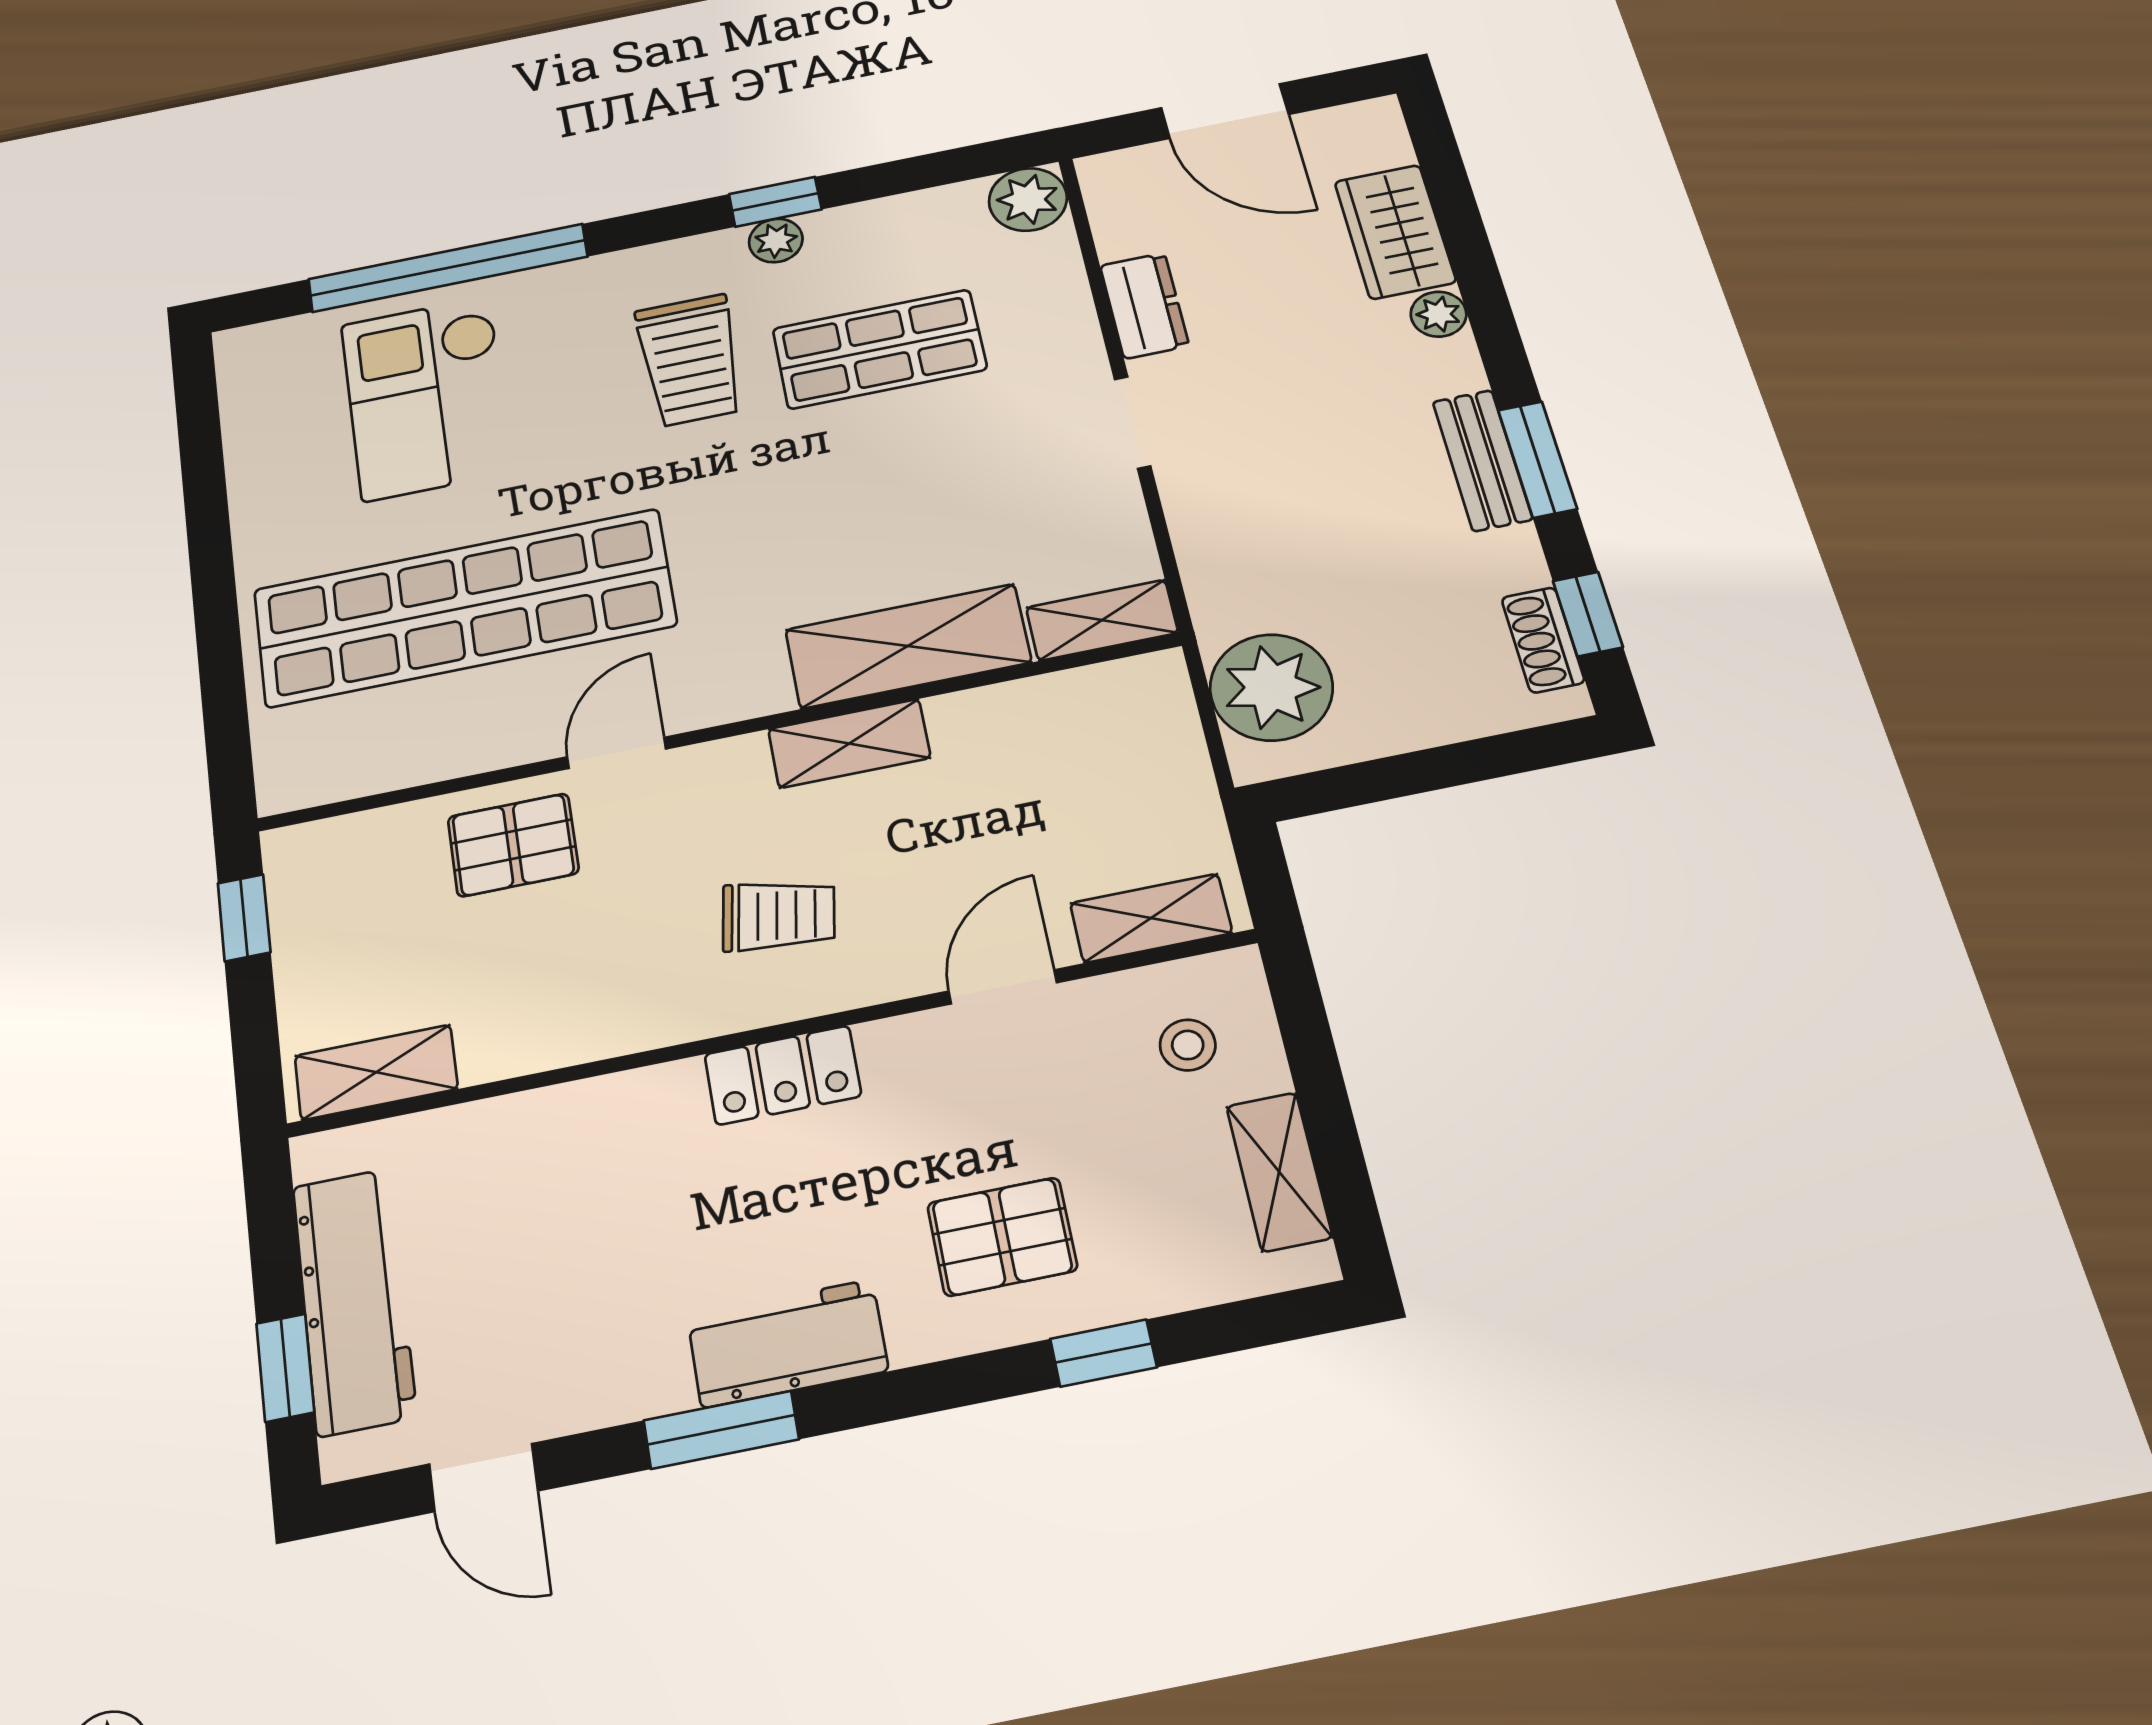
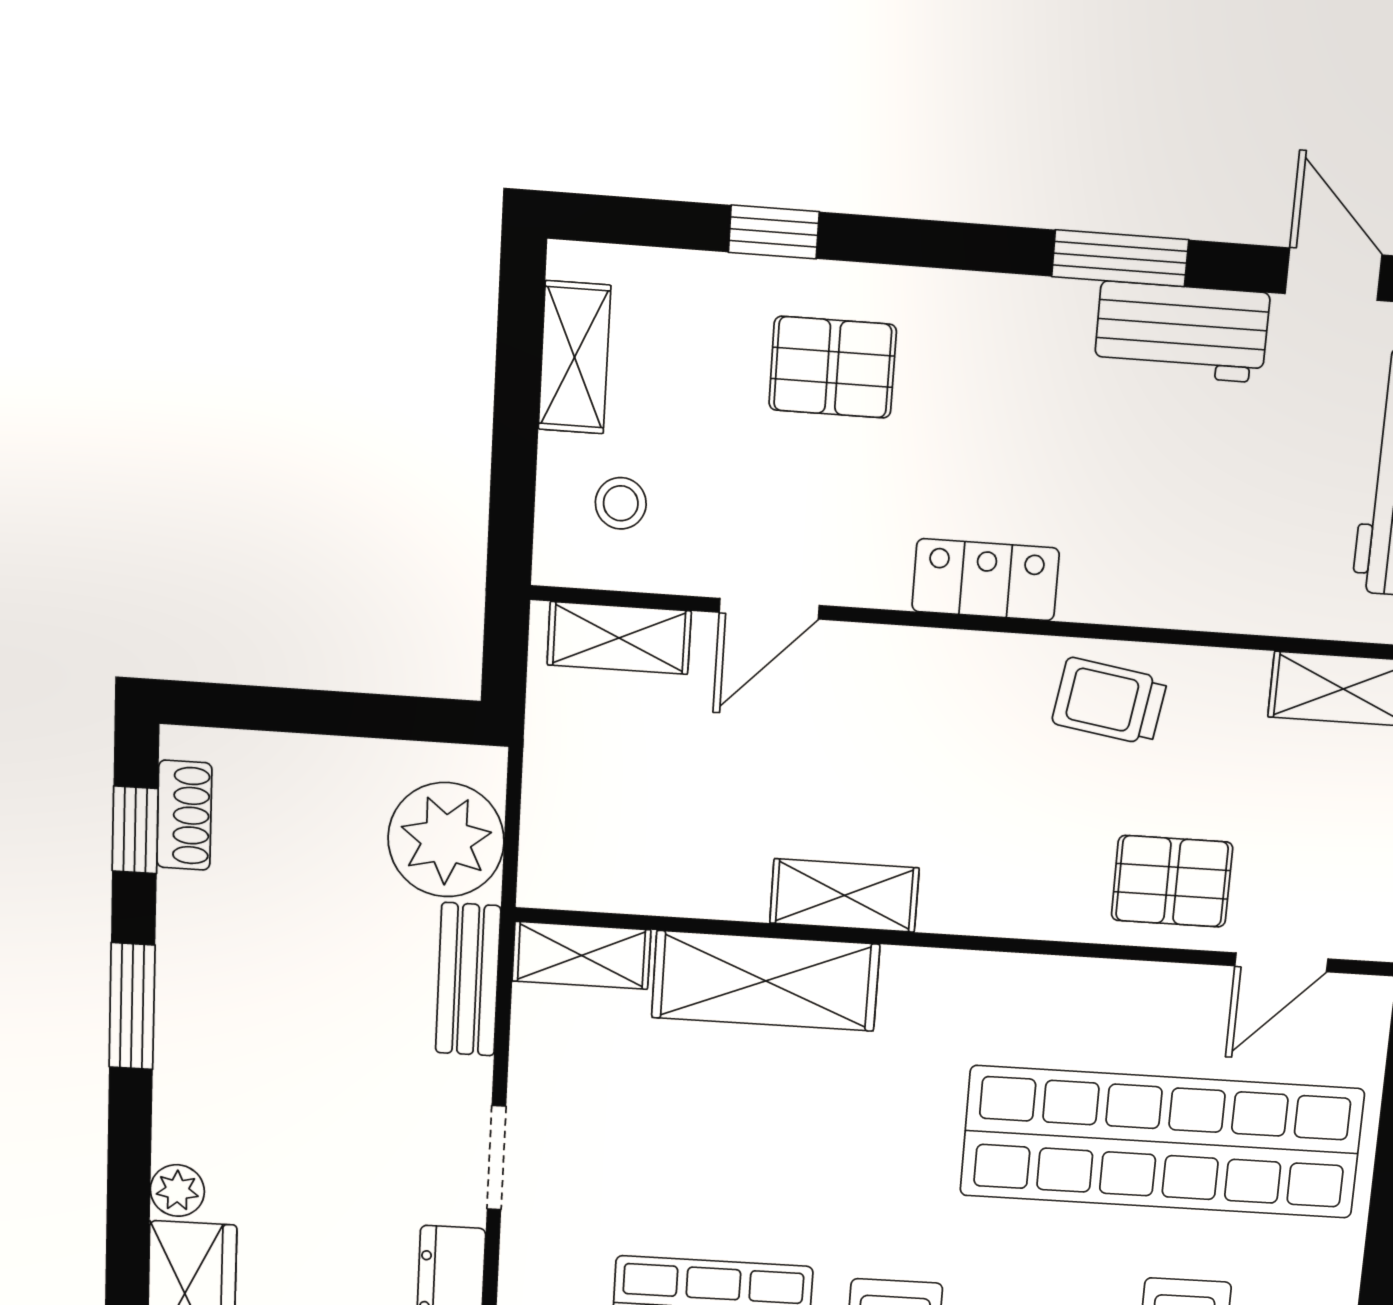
bench: (1482, 460) -> (468, 979), moved
door: (617, 753) -> (1281, 962), moved
trolley: (779, 915) -> (1109, 701), moved
workbench: (787, 1343) -> (1182, 332), moved

